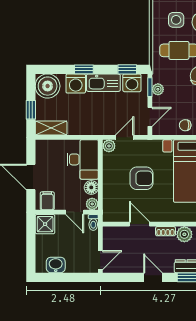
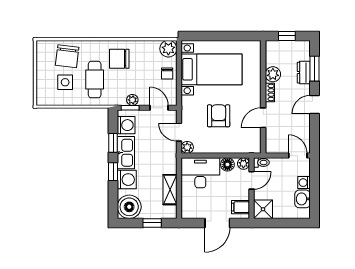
window: (127, 69) -> (113, 143), moved
shelving: (51, 128) -> (170, 190), moved
washing machine: (73, 266) -> (304, 183), added

